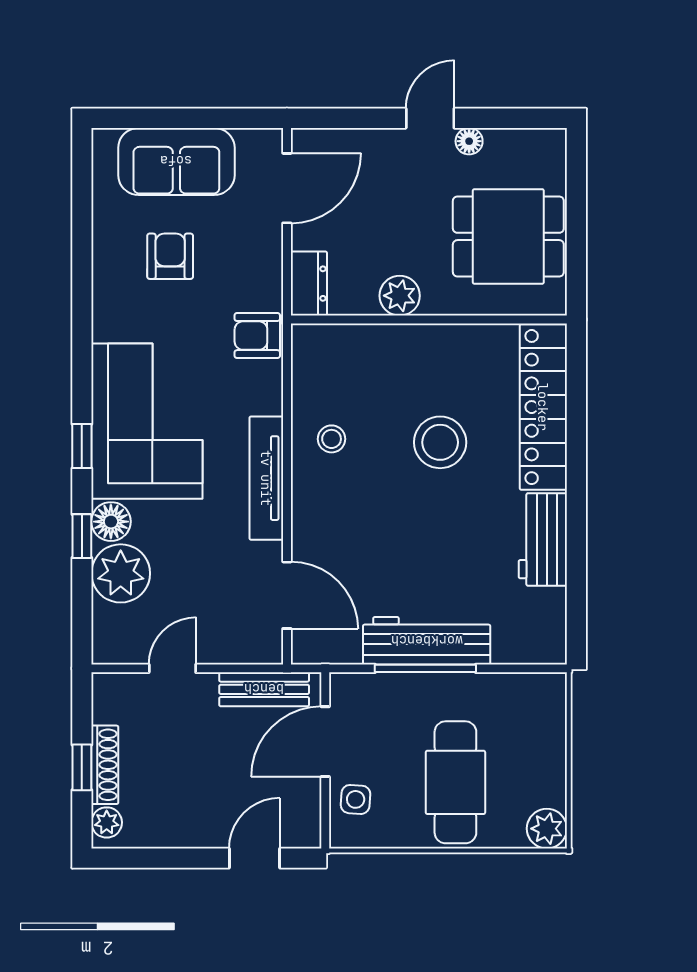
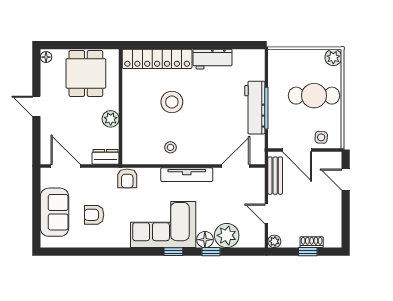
floor lamp: (469, 141) -> (46, 57), moved
shoe rack: (105, 765) -> (312, 242), width x0.70
plant: (107, 822) -> (274, 241), moved

